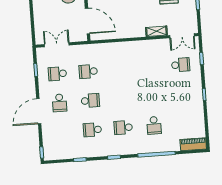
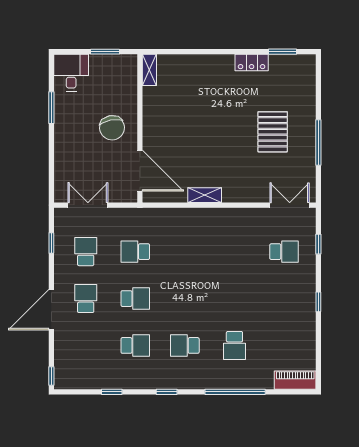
shelving: (156, 31) -> (205, 195), moved
double door: (182, 36) -> (290, 205), swing flipped
school desk: (57, 74) -> (86, 252), turned 90
school desk: (60, 103) -> (86, 299), turned 180
school desk: (92, 130) -> (135, 345), turned 180

